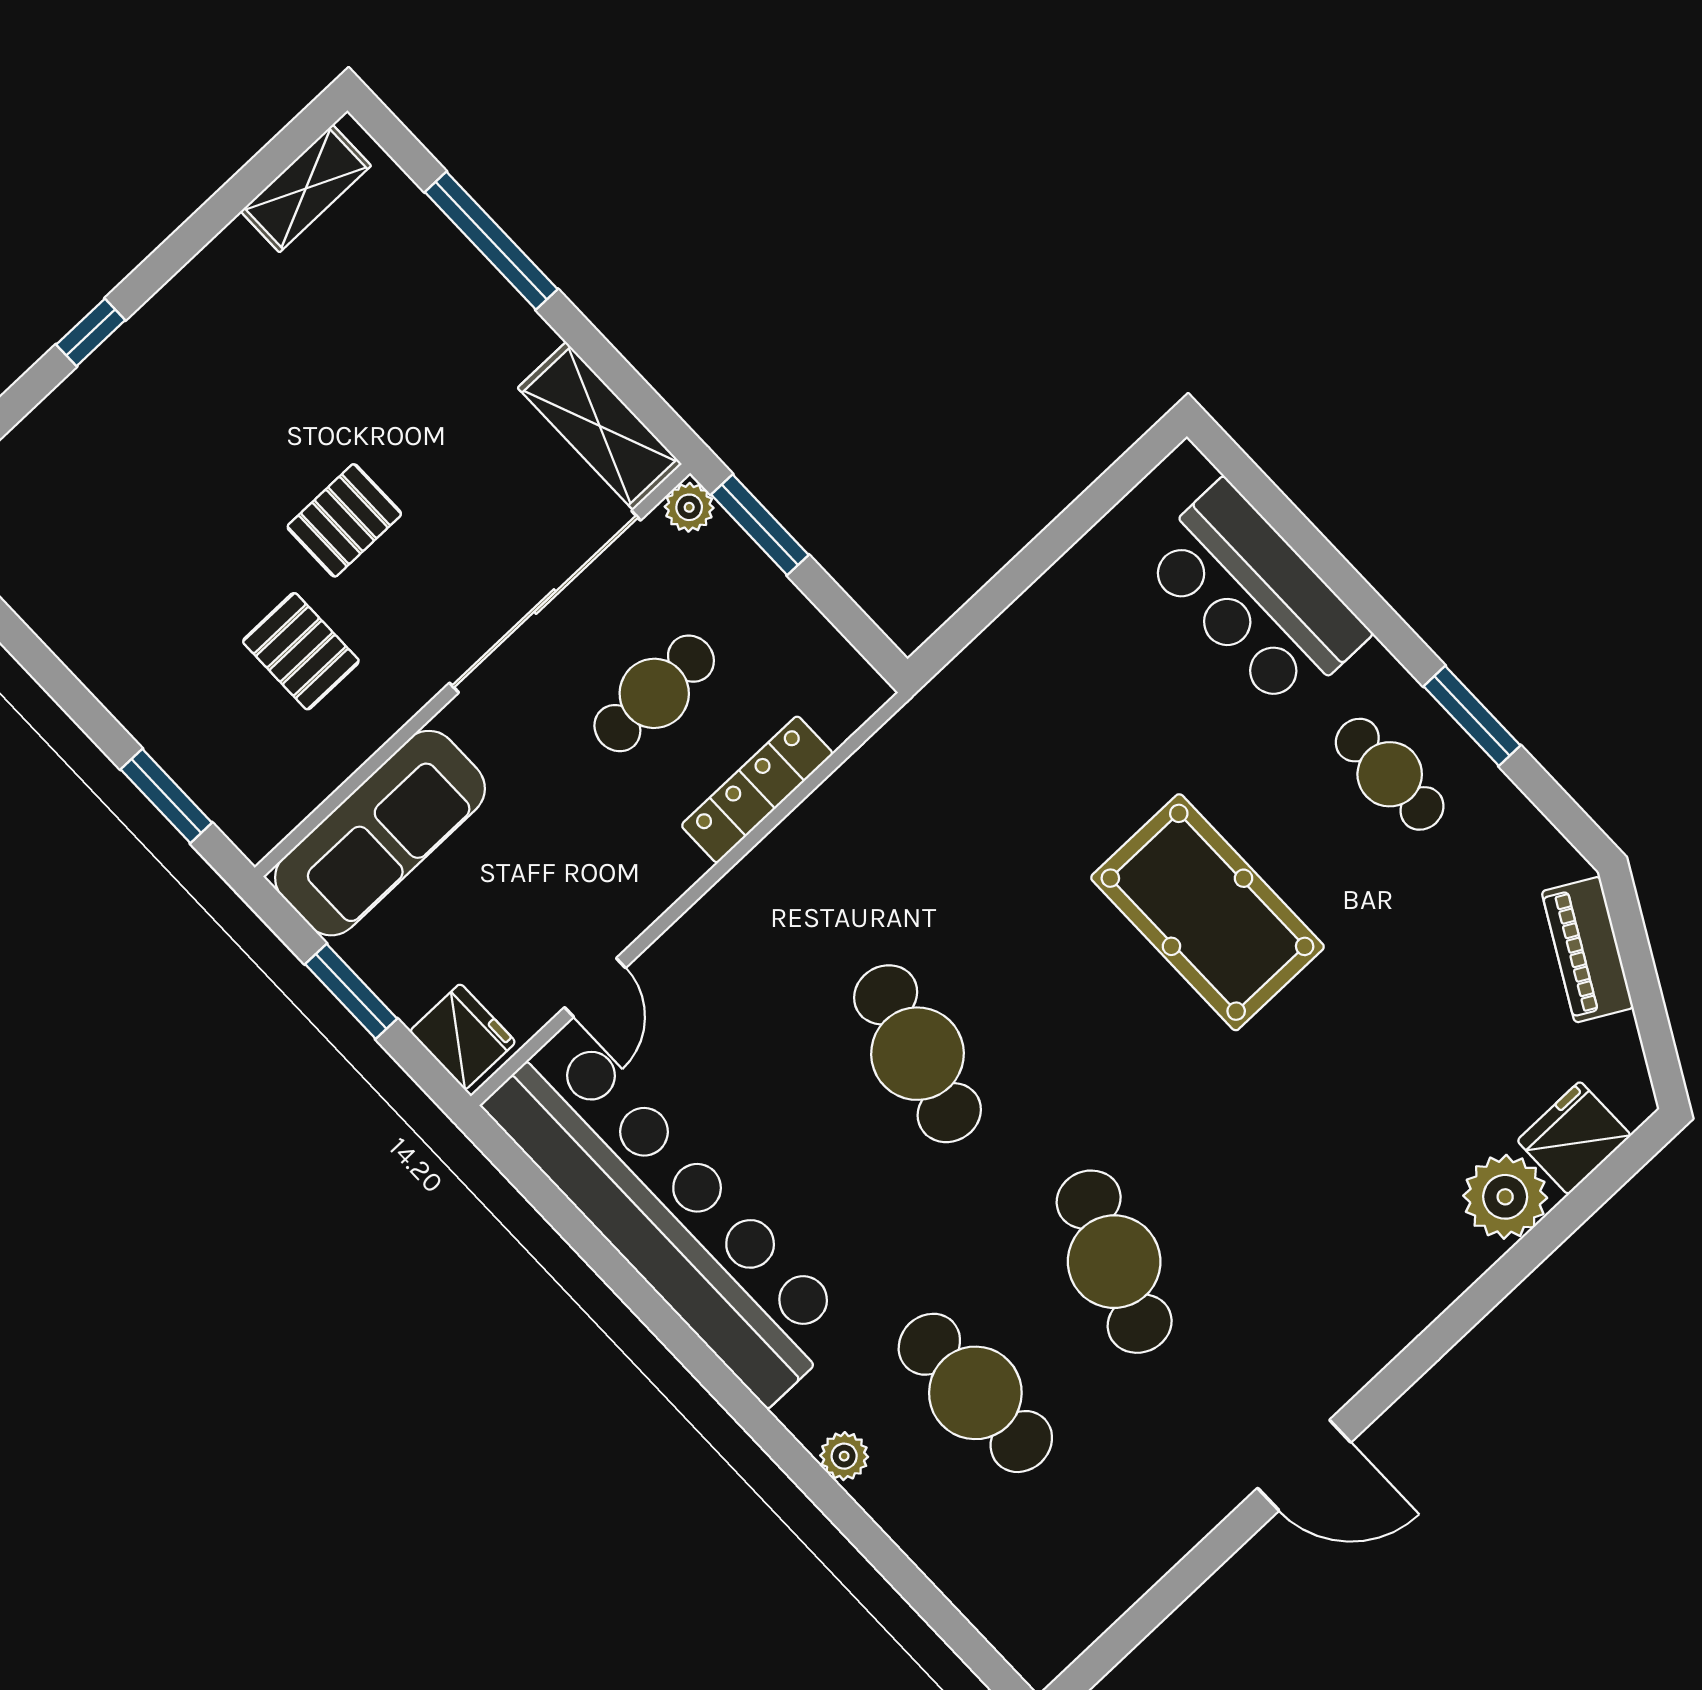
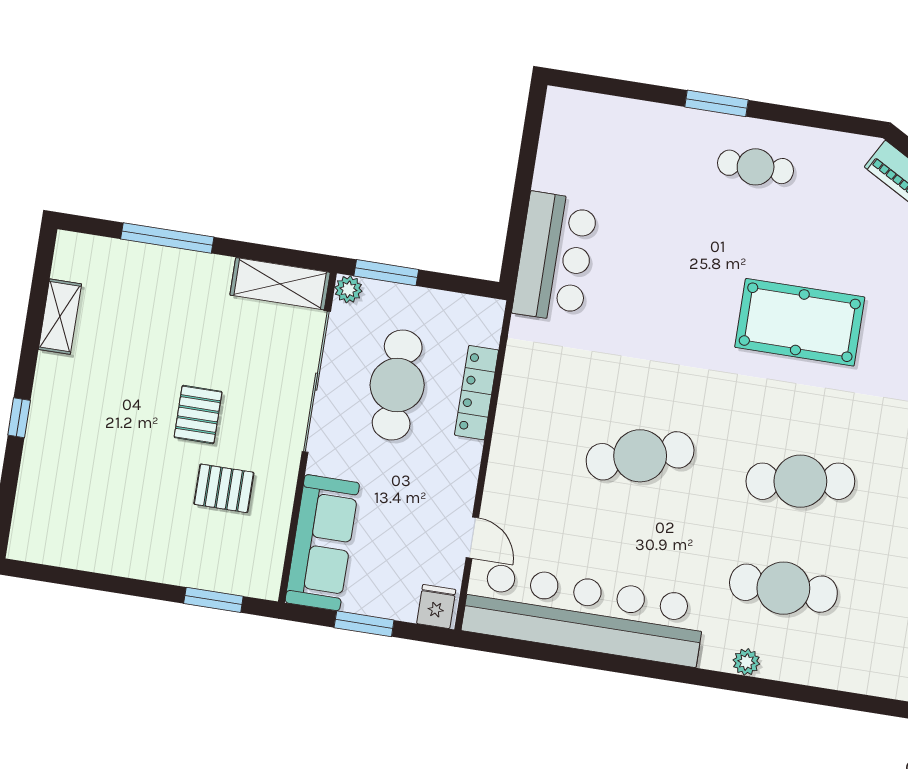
shelving: (306, 189) -> (60, 317), moved
bar counter: (1255, 596) -> (555, 257), moved, turned -90
cafe table: (654, 693) -> (397, 385), width x1.37, depth x1.35
window: (1472, 716) -> (716, 103), moved
pool table: (1207, 912) -> (800, 322), moved
fridge: (463, 1037) -> (436, 606), width x0.72
cafe table: (917, 1054) -> (640, 456), turned -33
cafe table: (1114, 1262) -> (800, 481), turned -30

